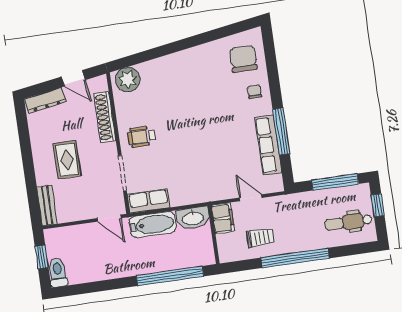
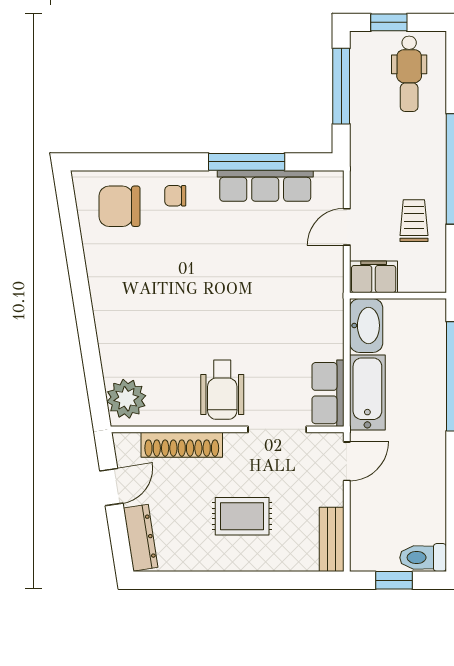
wheelchair: (142, 137) -> (222, 390), width x1.36, depth x1.37
bench: (47, 205) -> (332, 539), moved, turned 90

